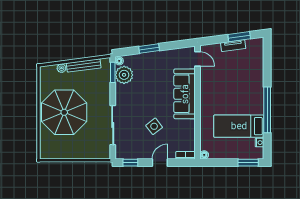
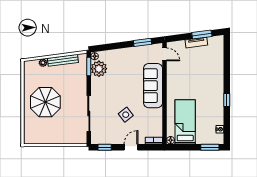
window: (149, 48) -> (142, 42), moved
window: (267, 110) -> (227, 100), width x0.32
parasol: (64, 112) -> (45, 102), width x0.73, depth x0.73
bed: (239, 126) -> (185, 122), moved, turned 90

